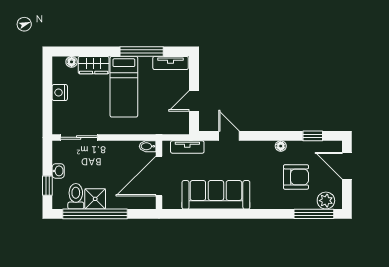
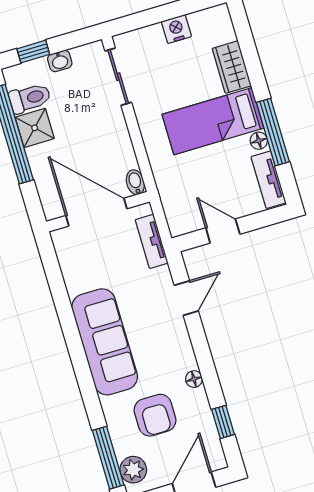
floor lamp: (72, 62) -> (259, 141), moved
sofa: (216, 195) -> (105, 342), moved

